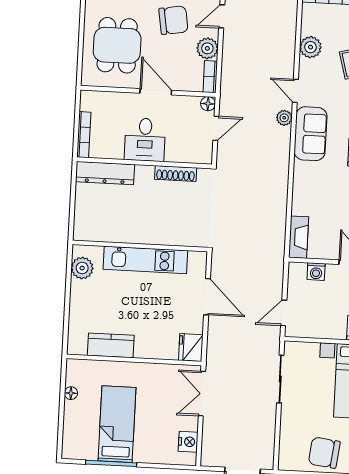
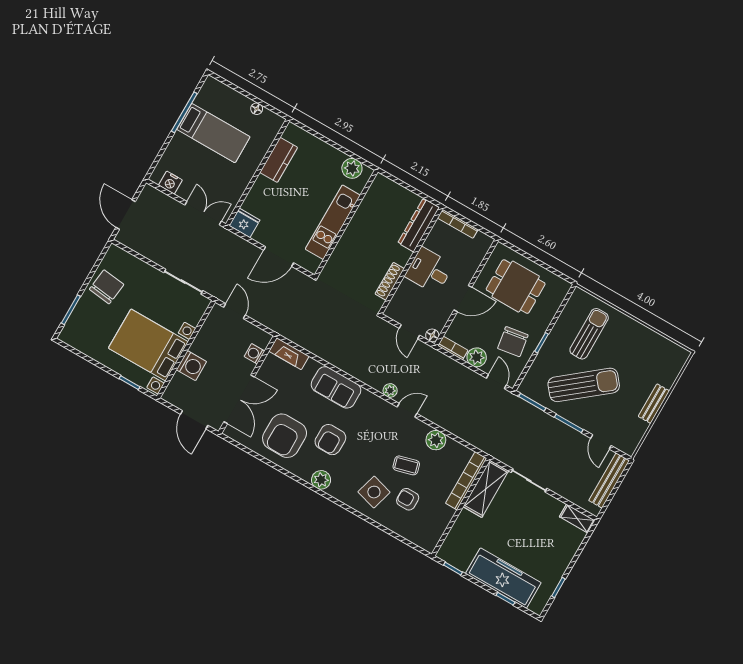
sofa: (310, 134) -> (336, 387), moved

